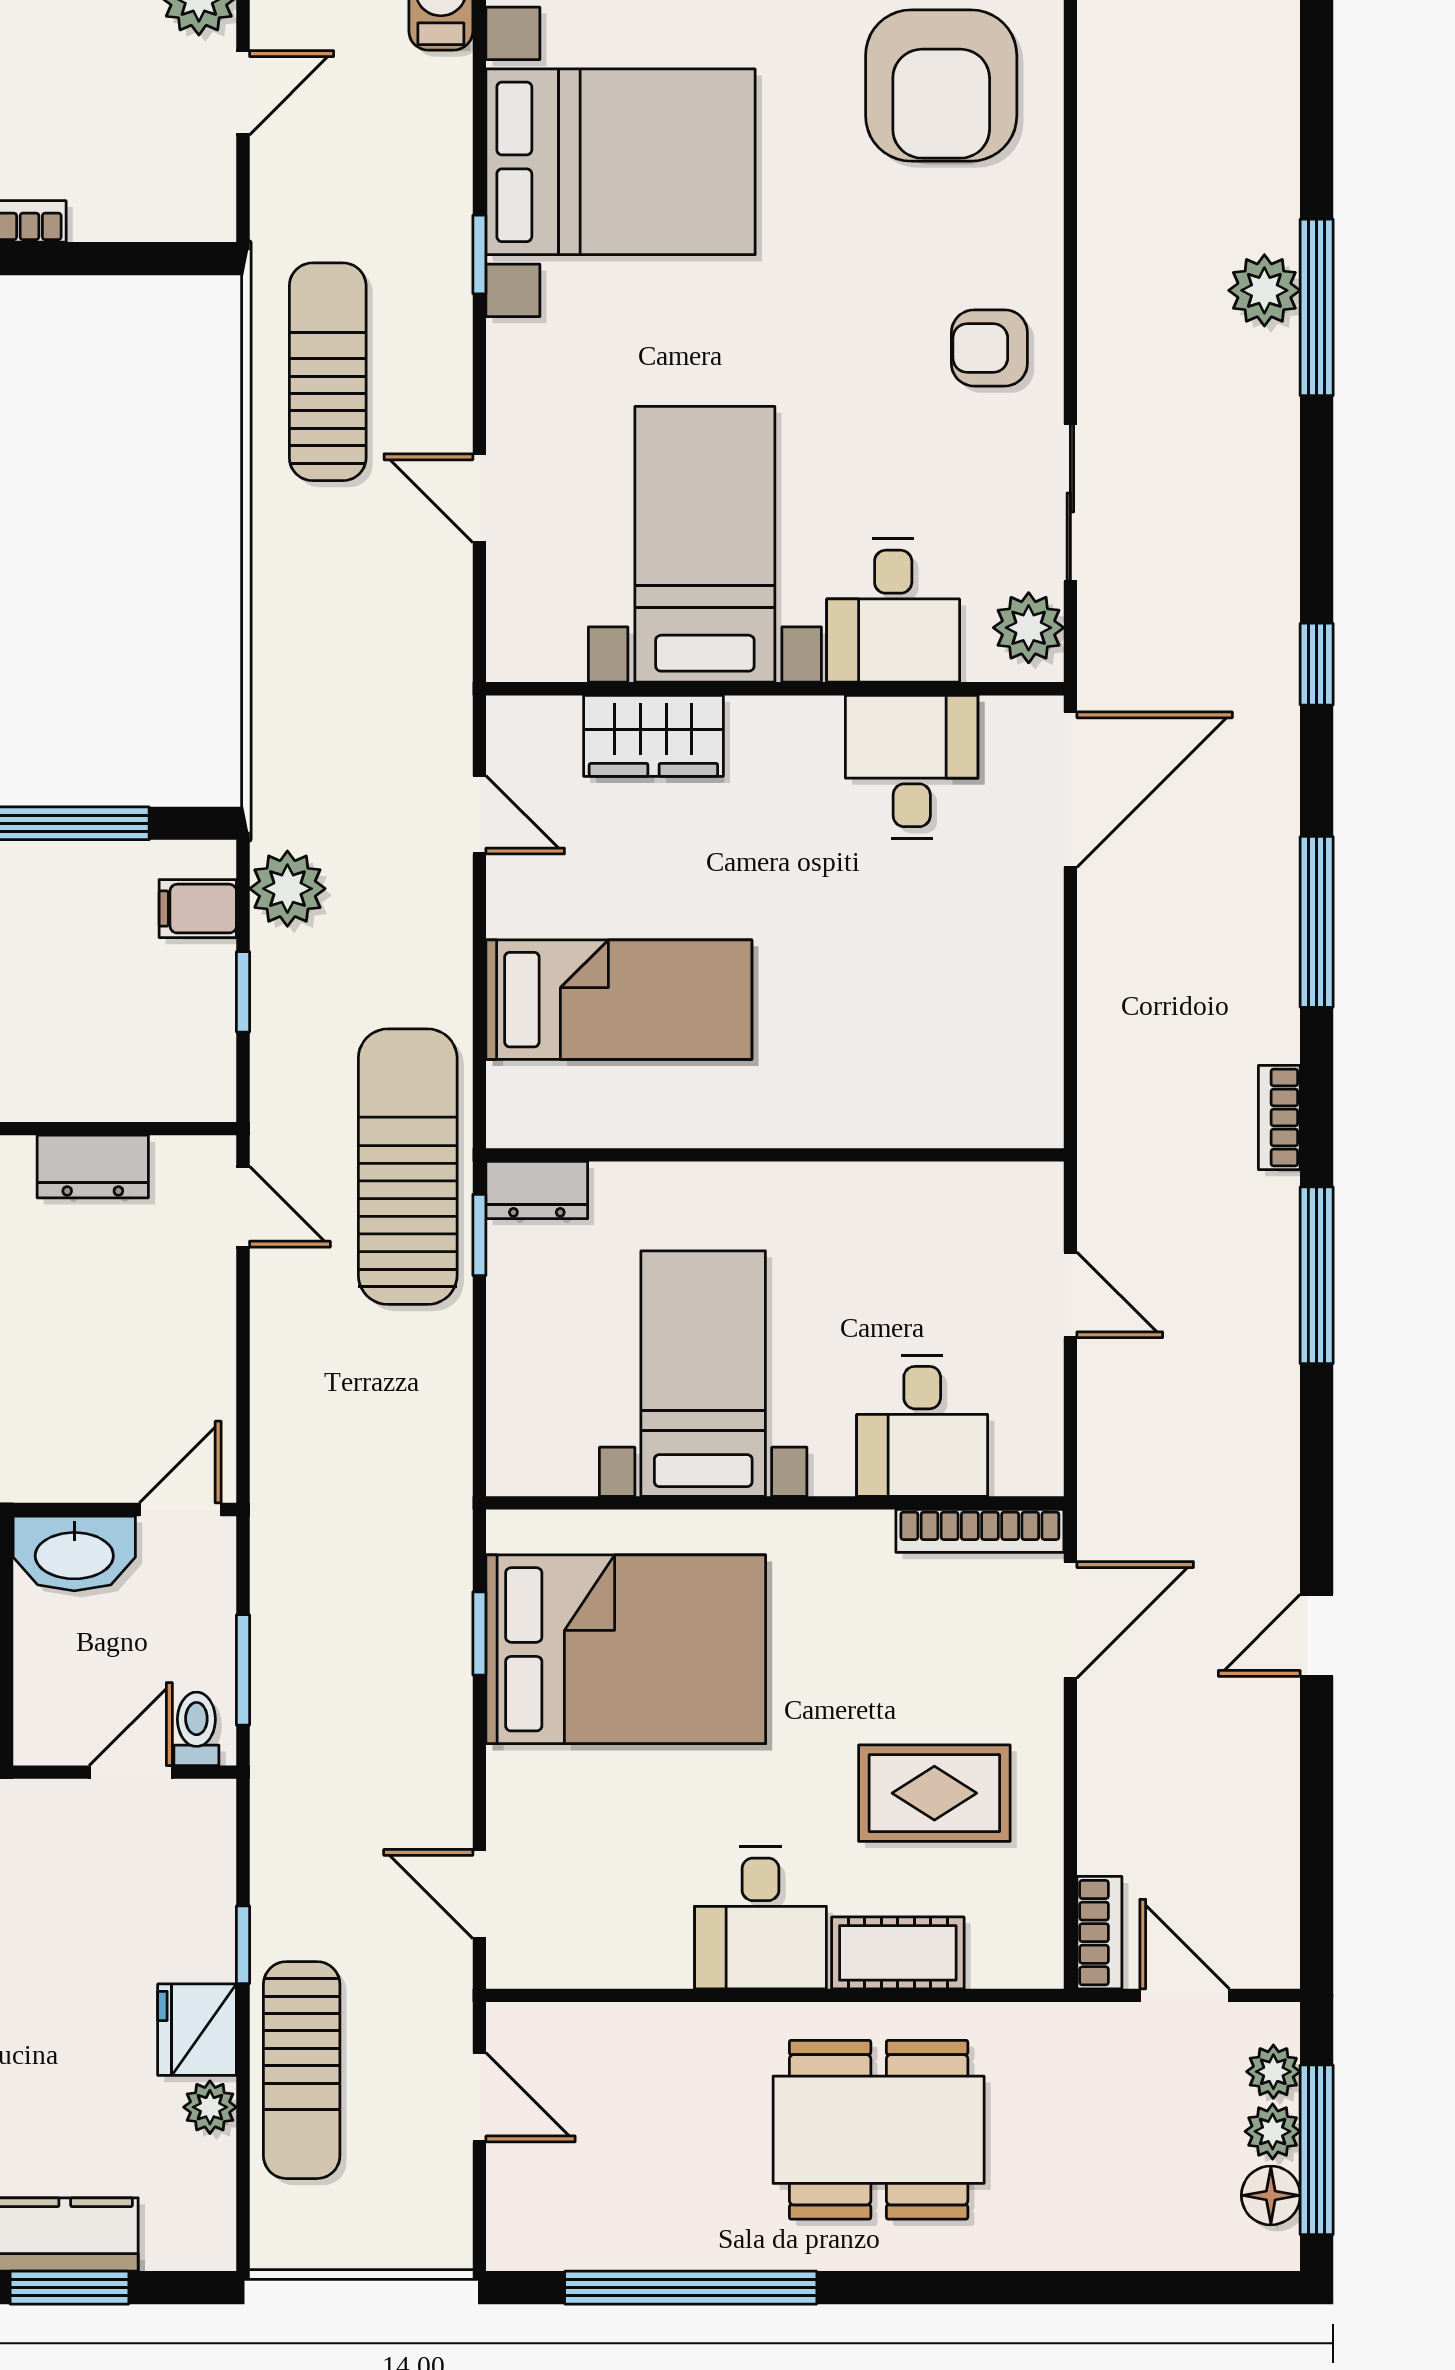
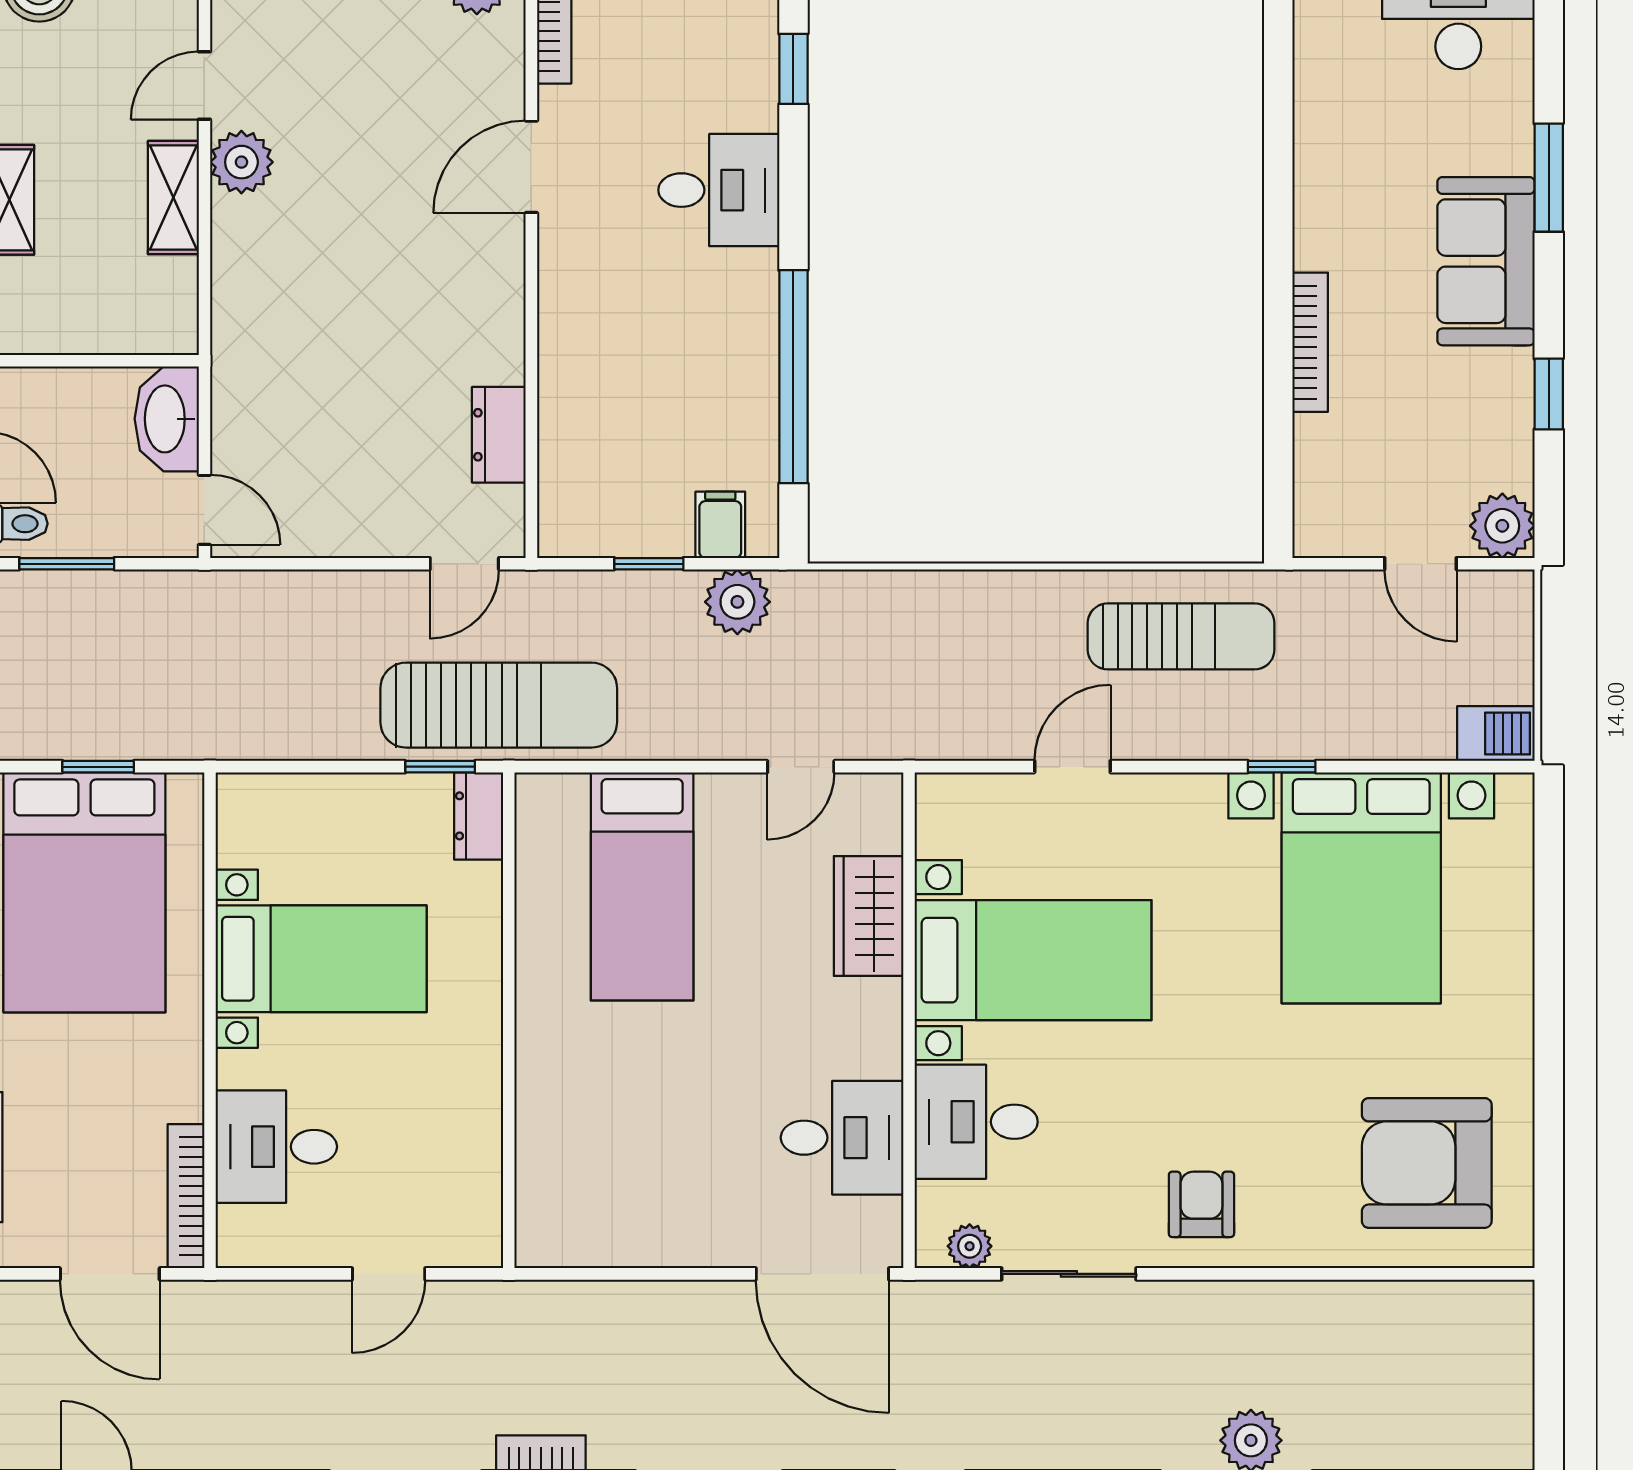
plant: (1029, 628) -> (970, 1246), width x0.73, depth x0.73

